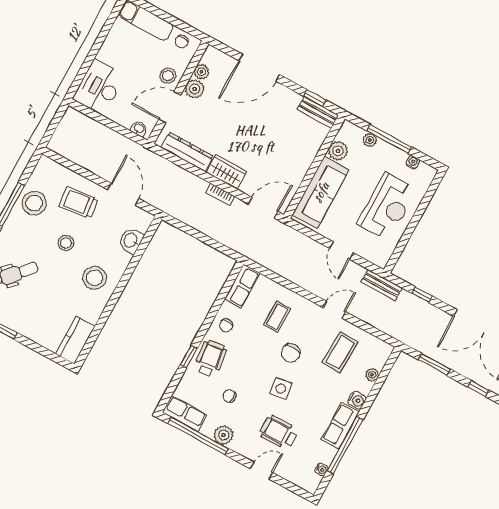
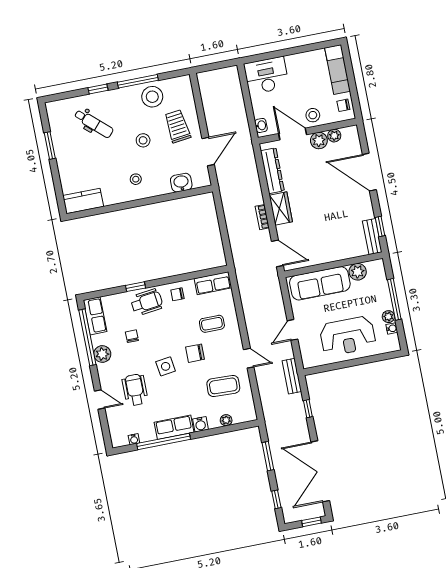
plant: (370, 140) -> (388, 317), moved
stool: (95, 278) -> (136, 179), width x0.53, depth x0.53

